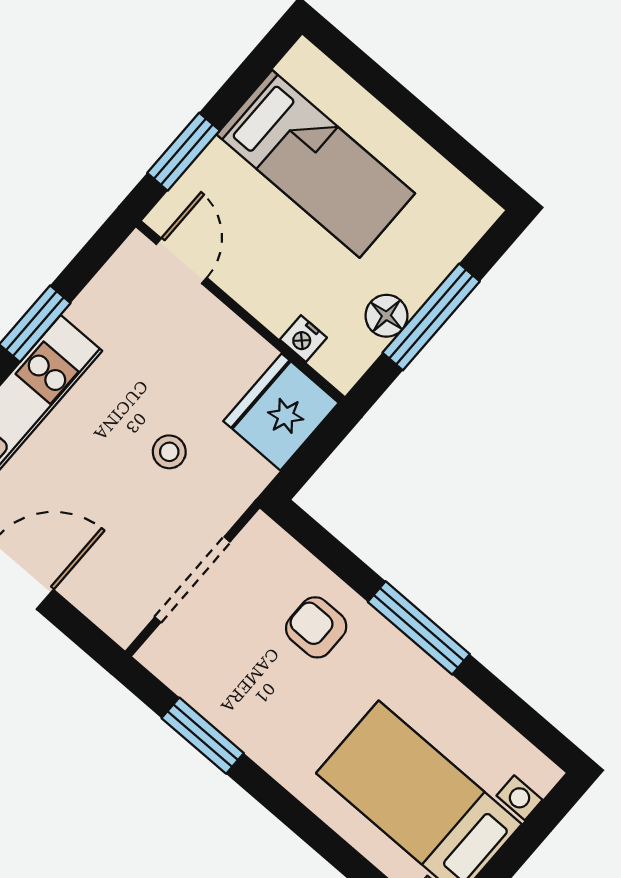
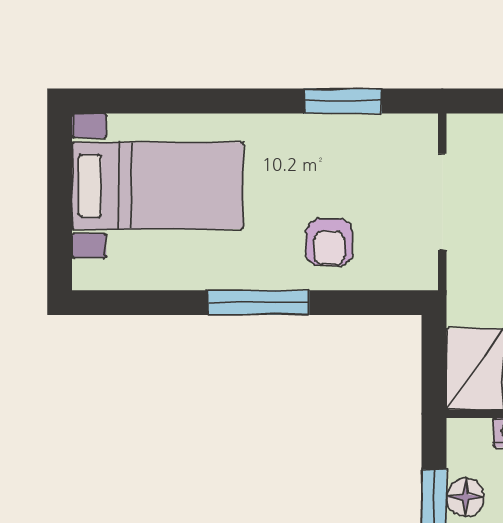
armchair: (316, 627) -> (329, 242), turned 90

